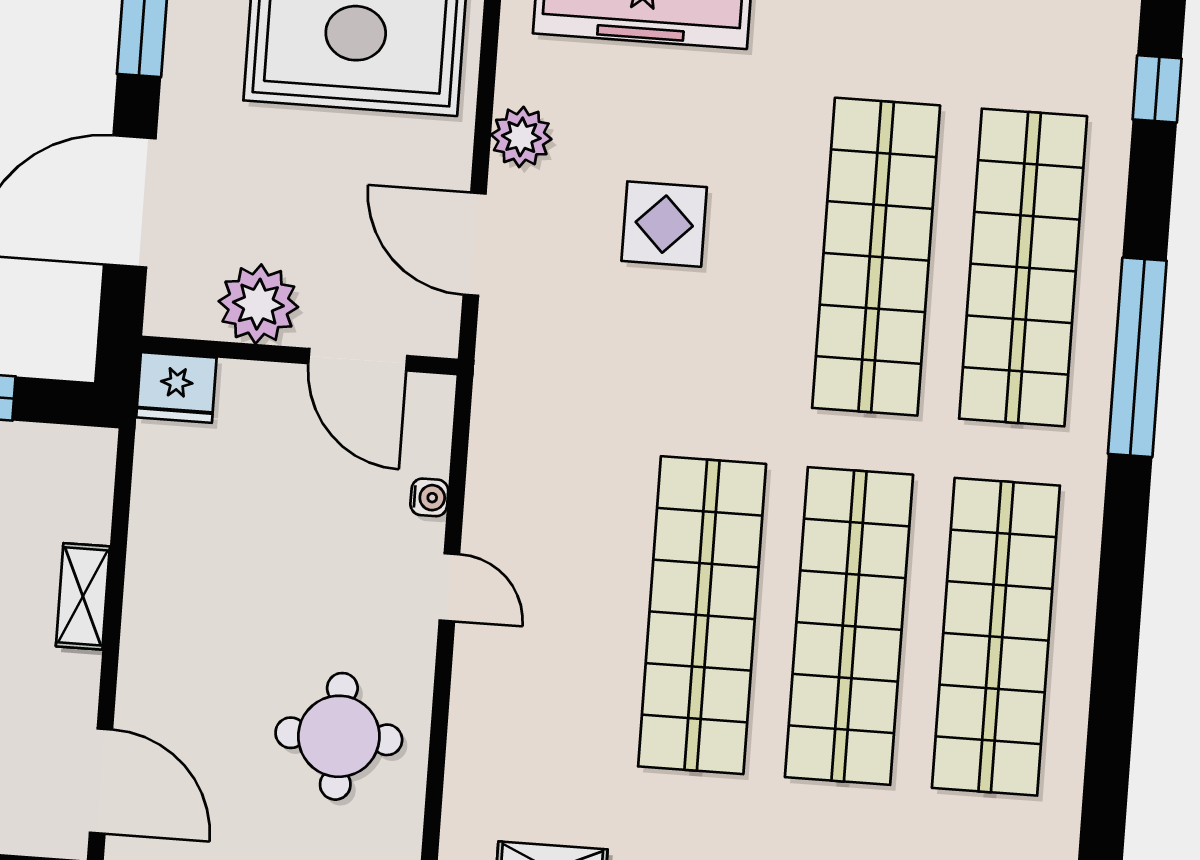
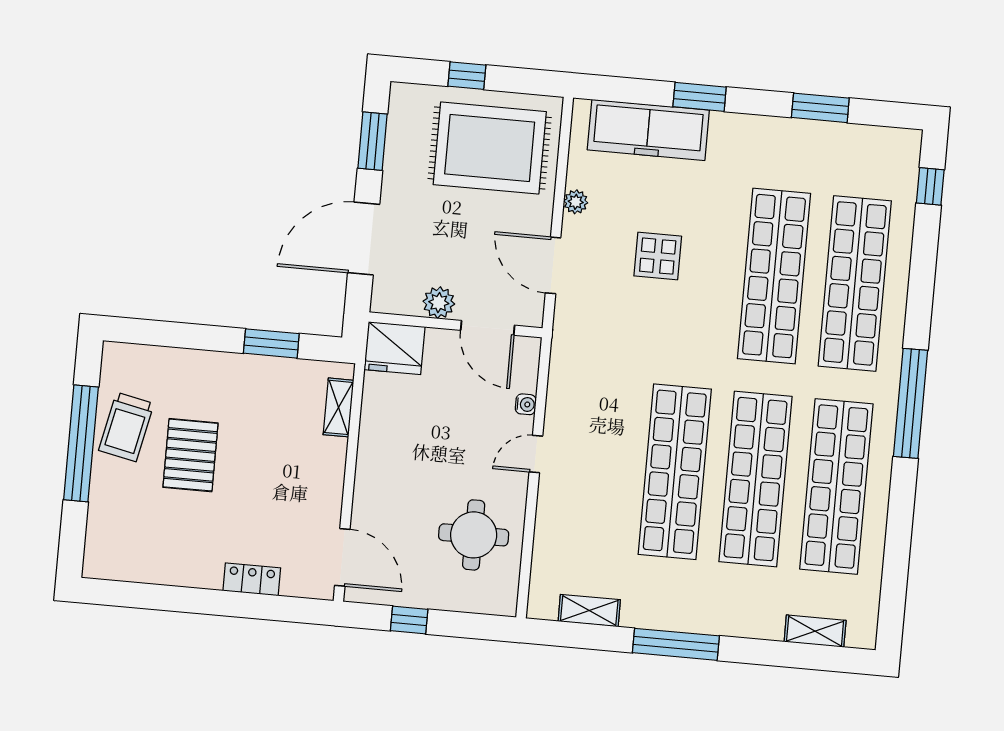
plant: (521, 137) -> (576, 202), width x0.73, depth x0.73
plant: (258, 304) -> (439, 303), width x0.73, depth x0.73
window: (1137, 357) -> (911, 403), moved
fridge: (176, 388) -> (395, 348), width x1.36, depth x1.34
door: (449, 587) -> (536, 454), swing flipped
shelving: (83, 596) -> (338, 407), moved

